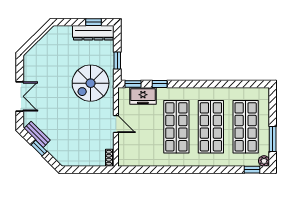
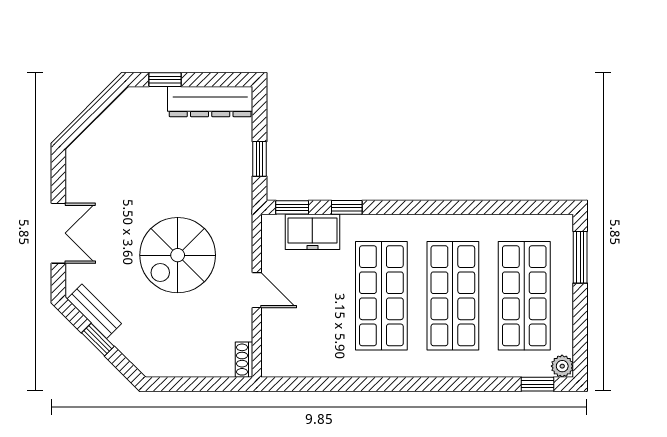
window: (94, 22) -> (165, 80), moved
spiral stairs: (91, 83) -> (178, 255), moved
window: (273, 139) -> (580, 257), moved

